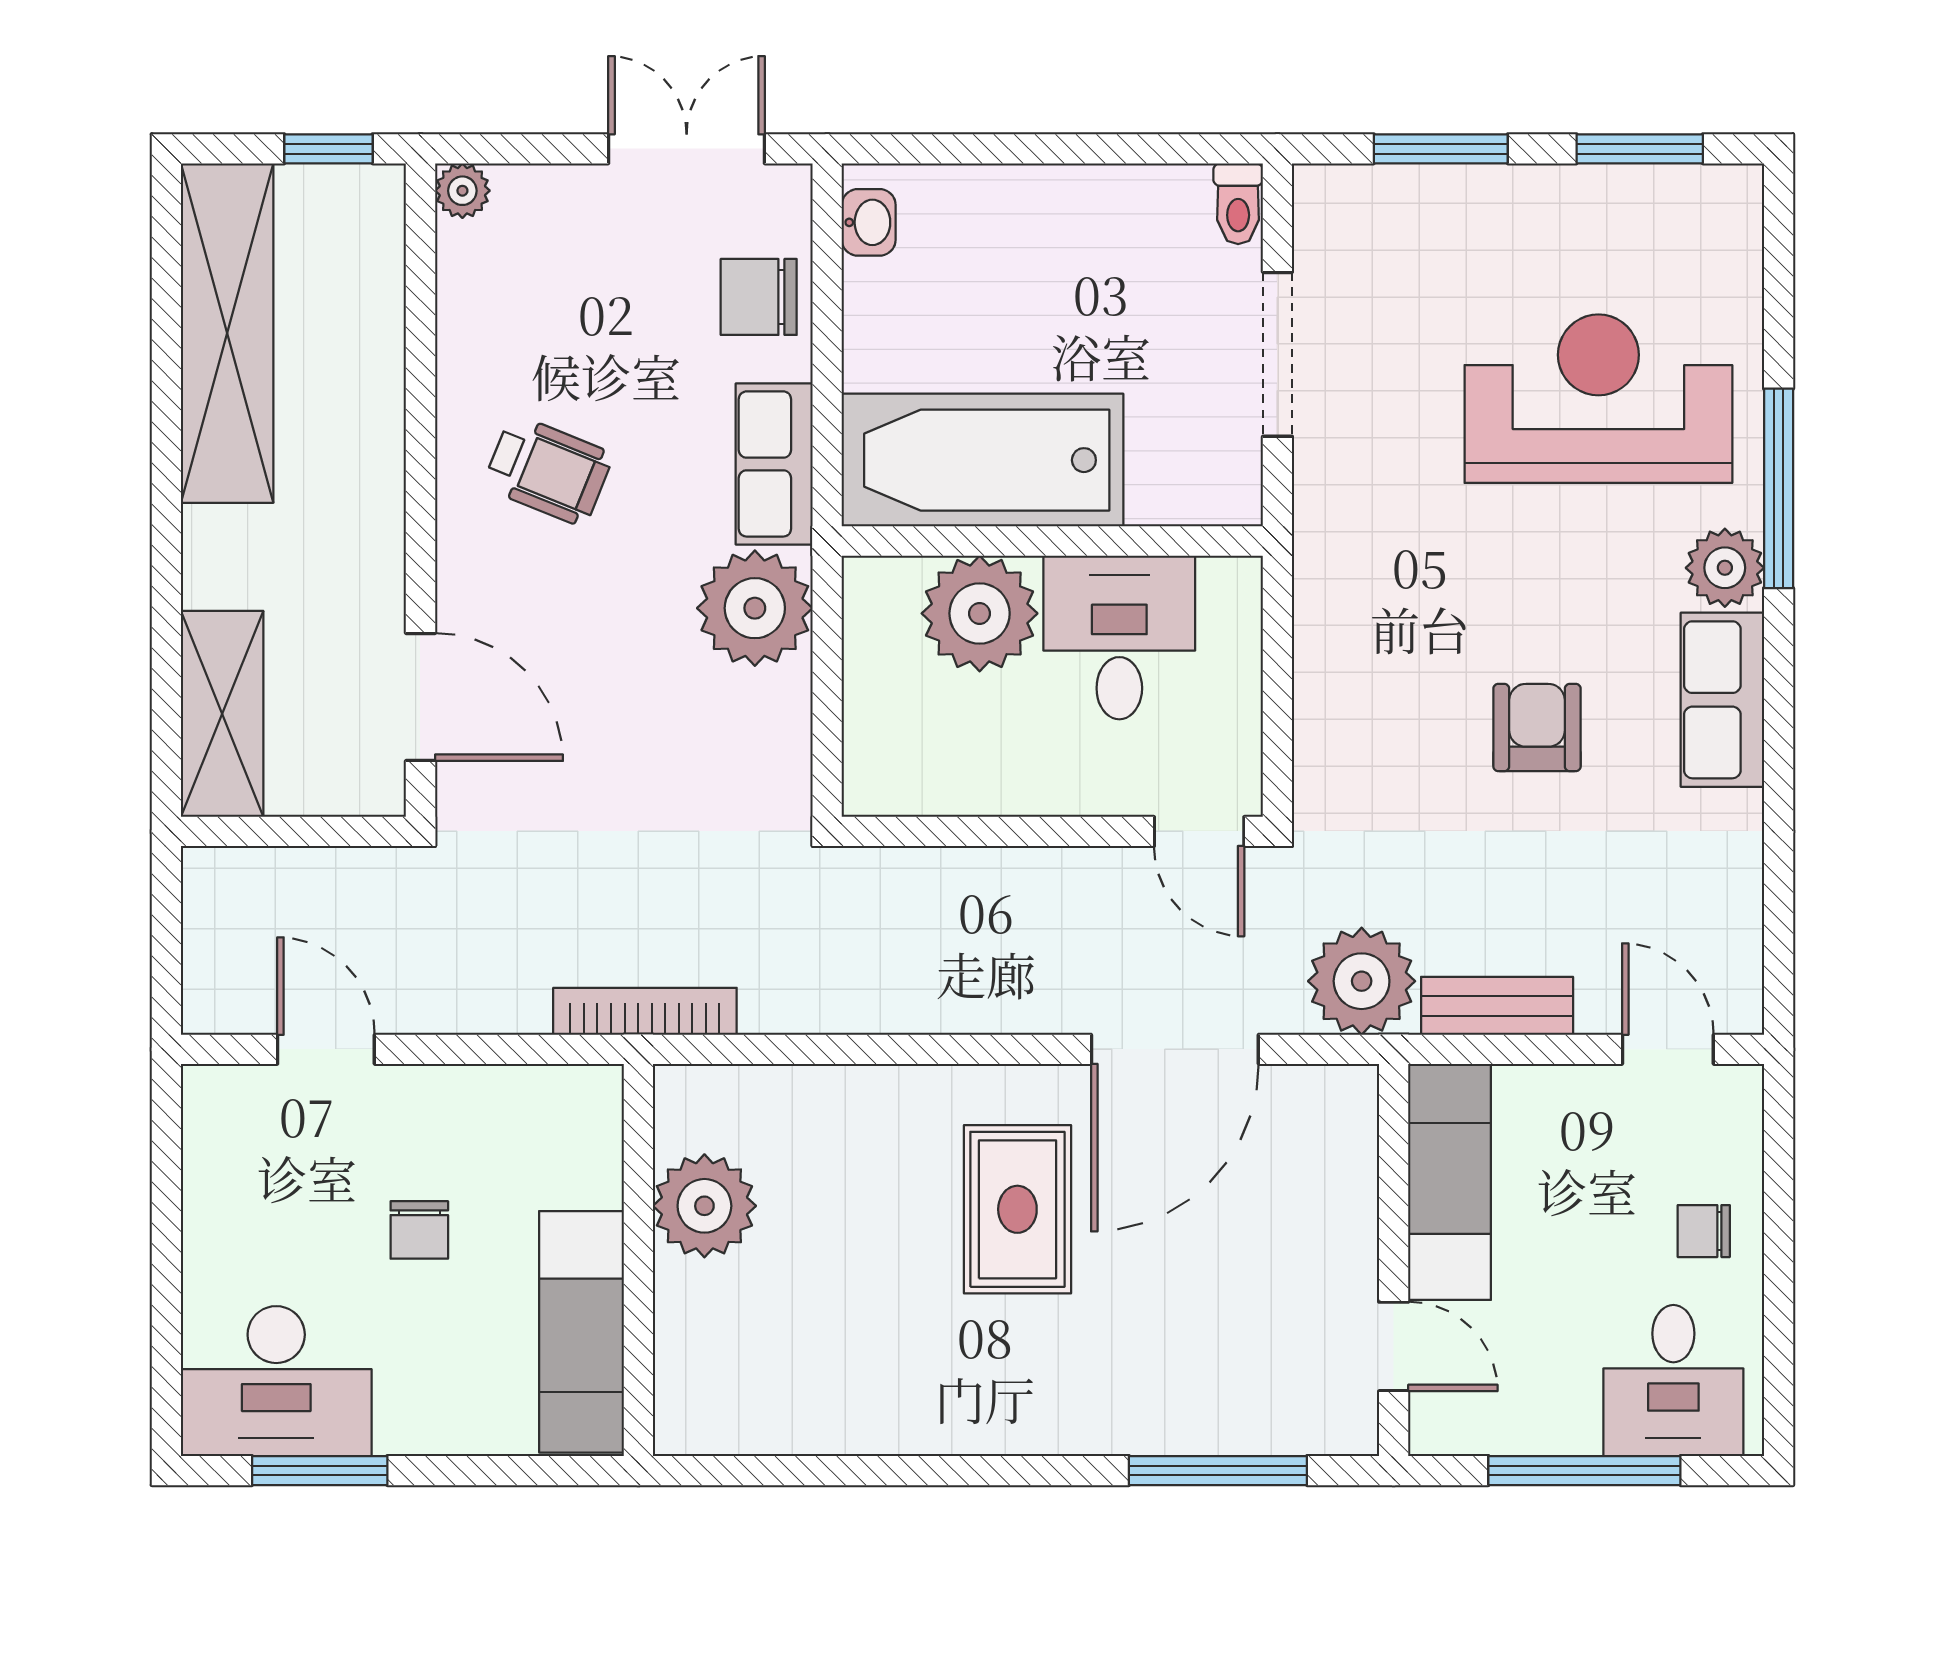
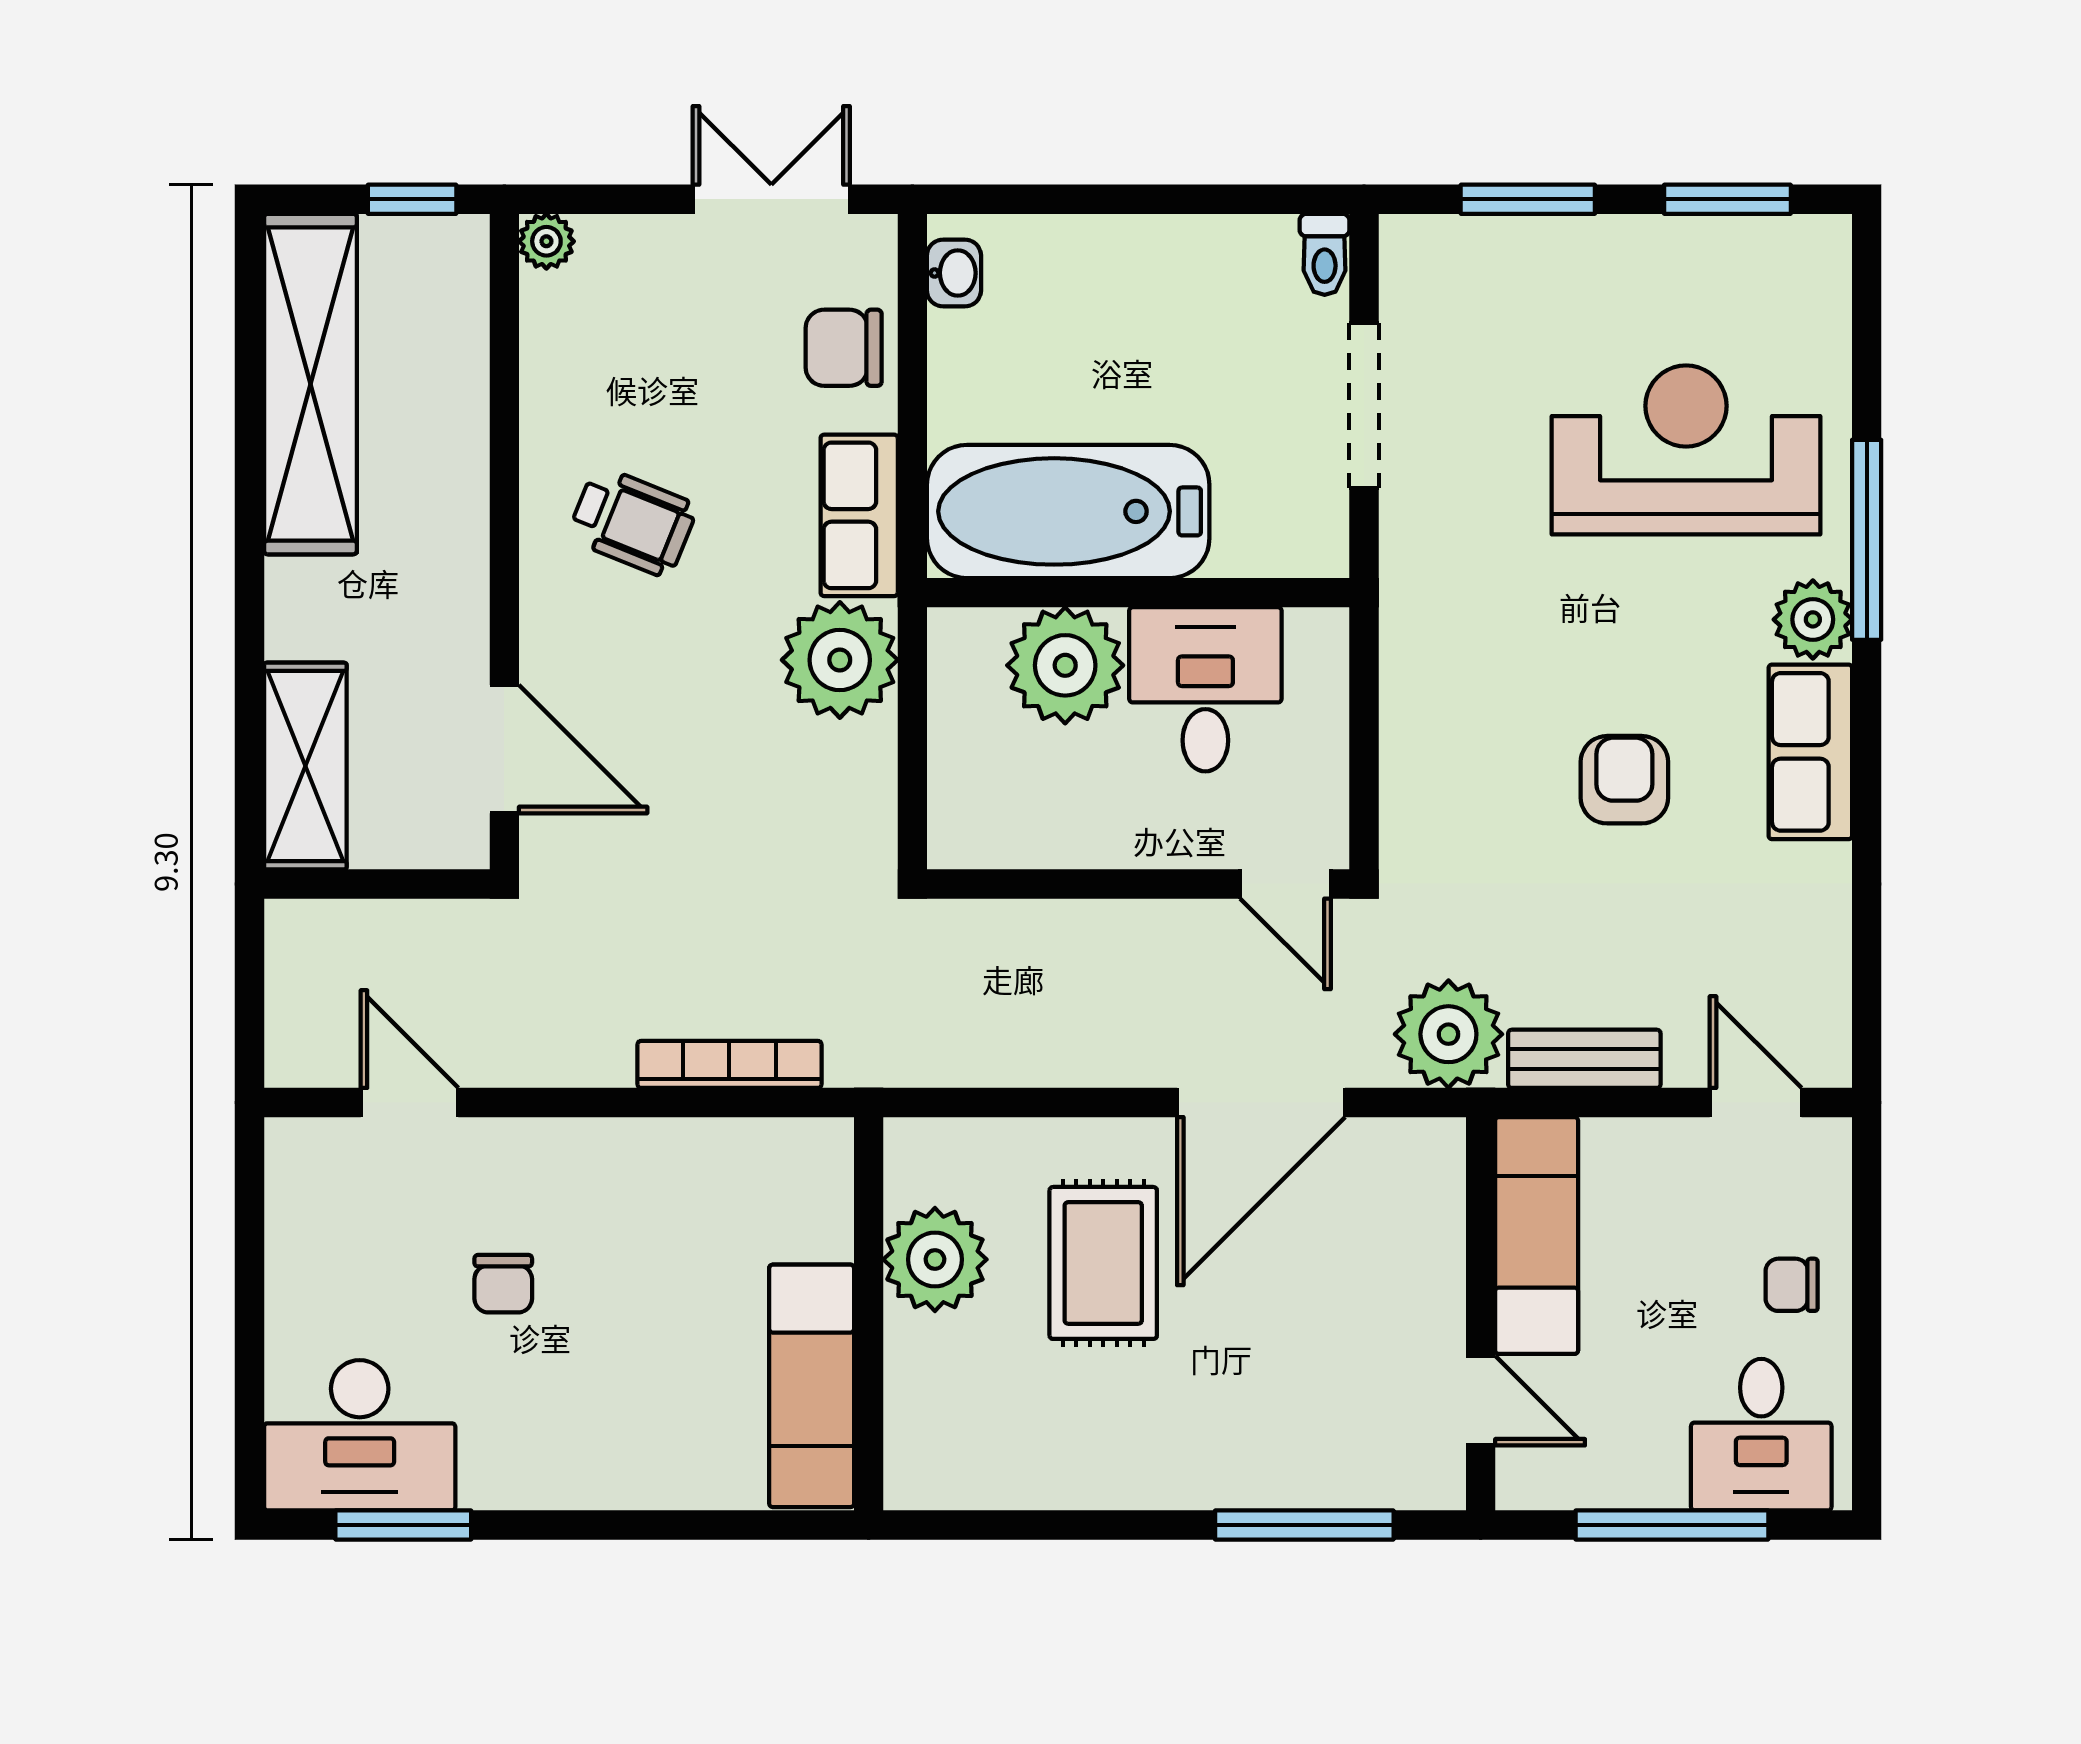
plant: (704, 1206) -> (935, 1259), moved
wall: (638, 1260) -> (869, 1314), moved
exam couch: (582, 1332) -> (812, 1386), moved

